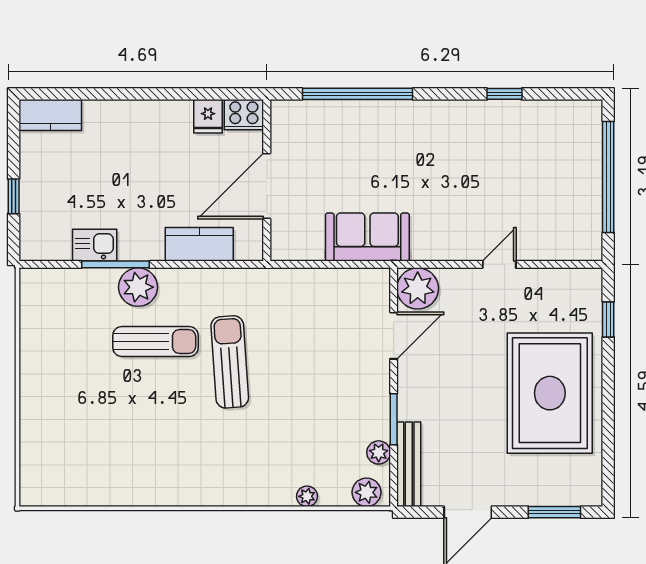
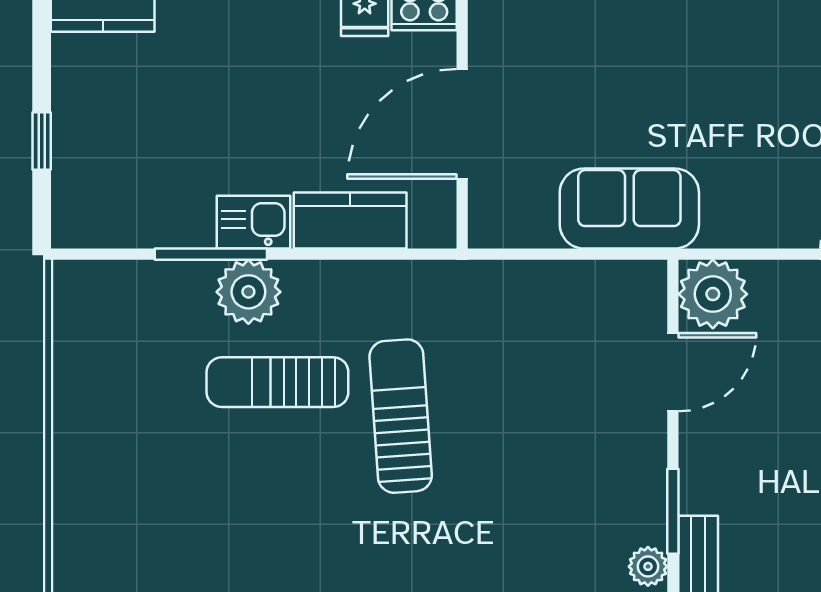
kitchen sink: (95, 245) -> (254, 222), moved
sun lounger: (156, 341) -> (277, 382), turned 180

